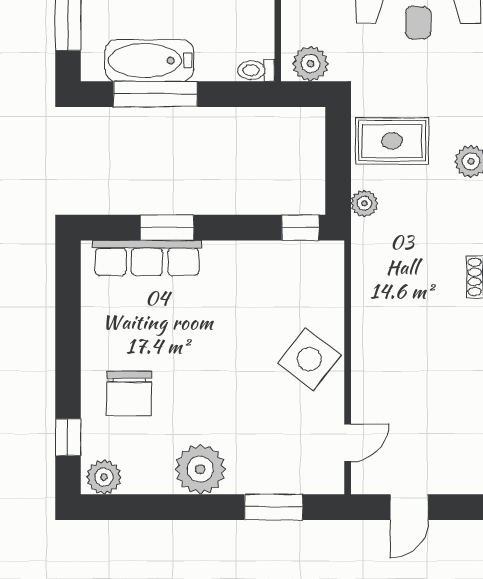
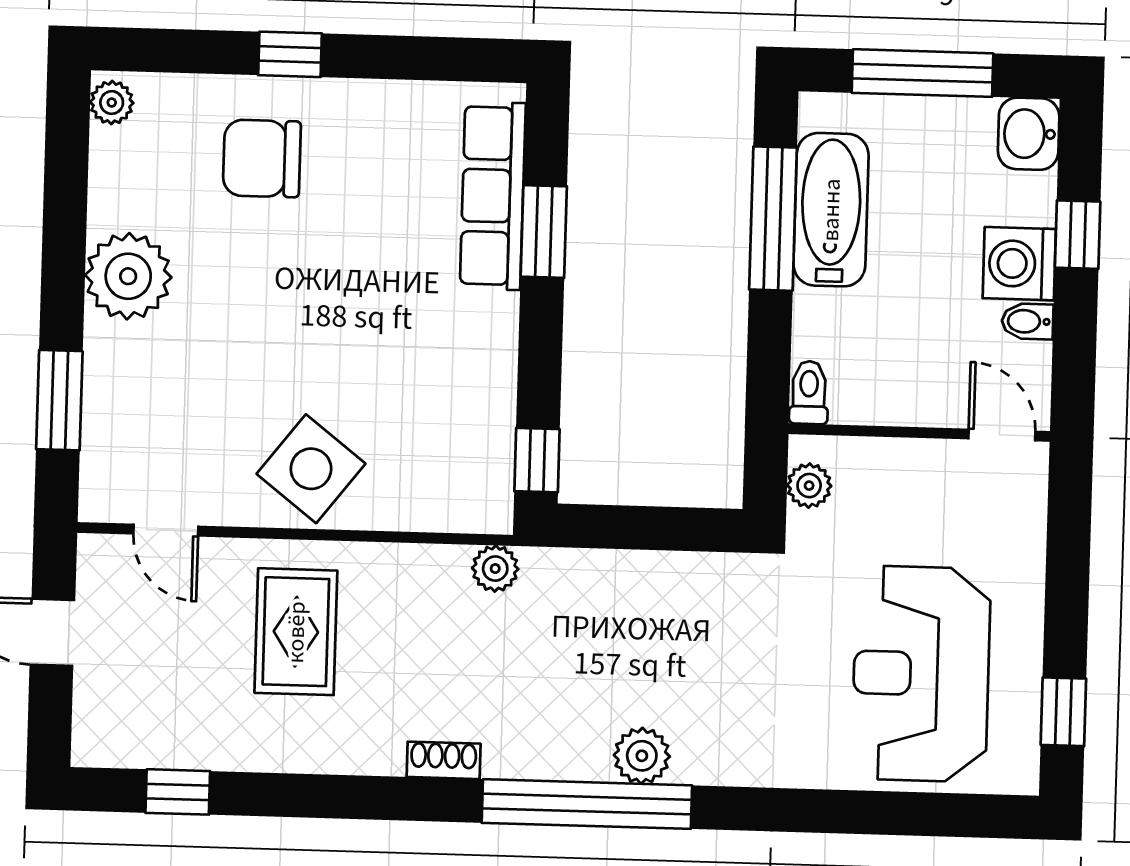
plant: (310, 64) -> (809, 486), width x0.73, depth x0.73
rug: (392, 141) -> (296, 632), moved
plant: (364, 203) -> (495, 569), moved
window: (68, 437) -> (290, 54), moved
plant: (104, 477) -> (112, 103), width x0.73, depth x0.73

